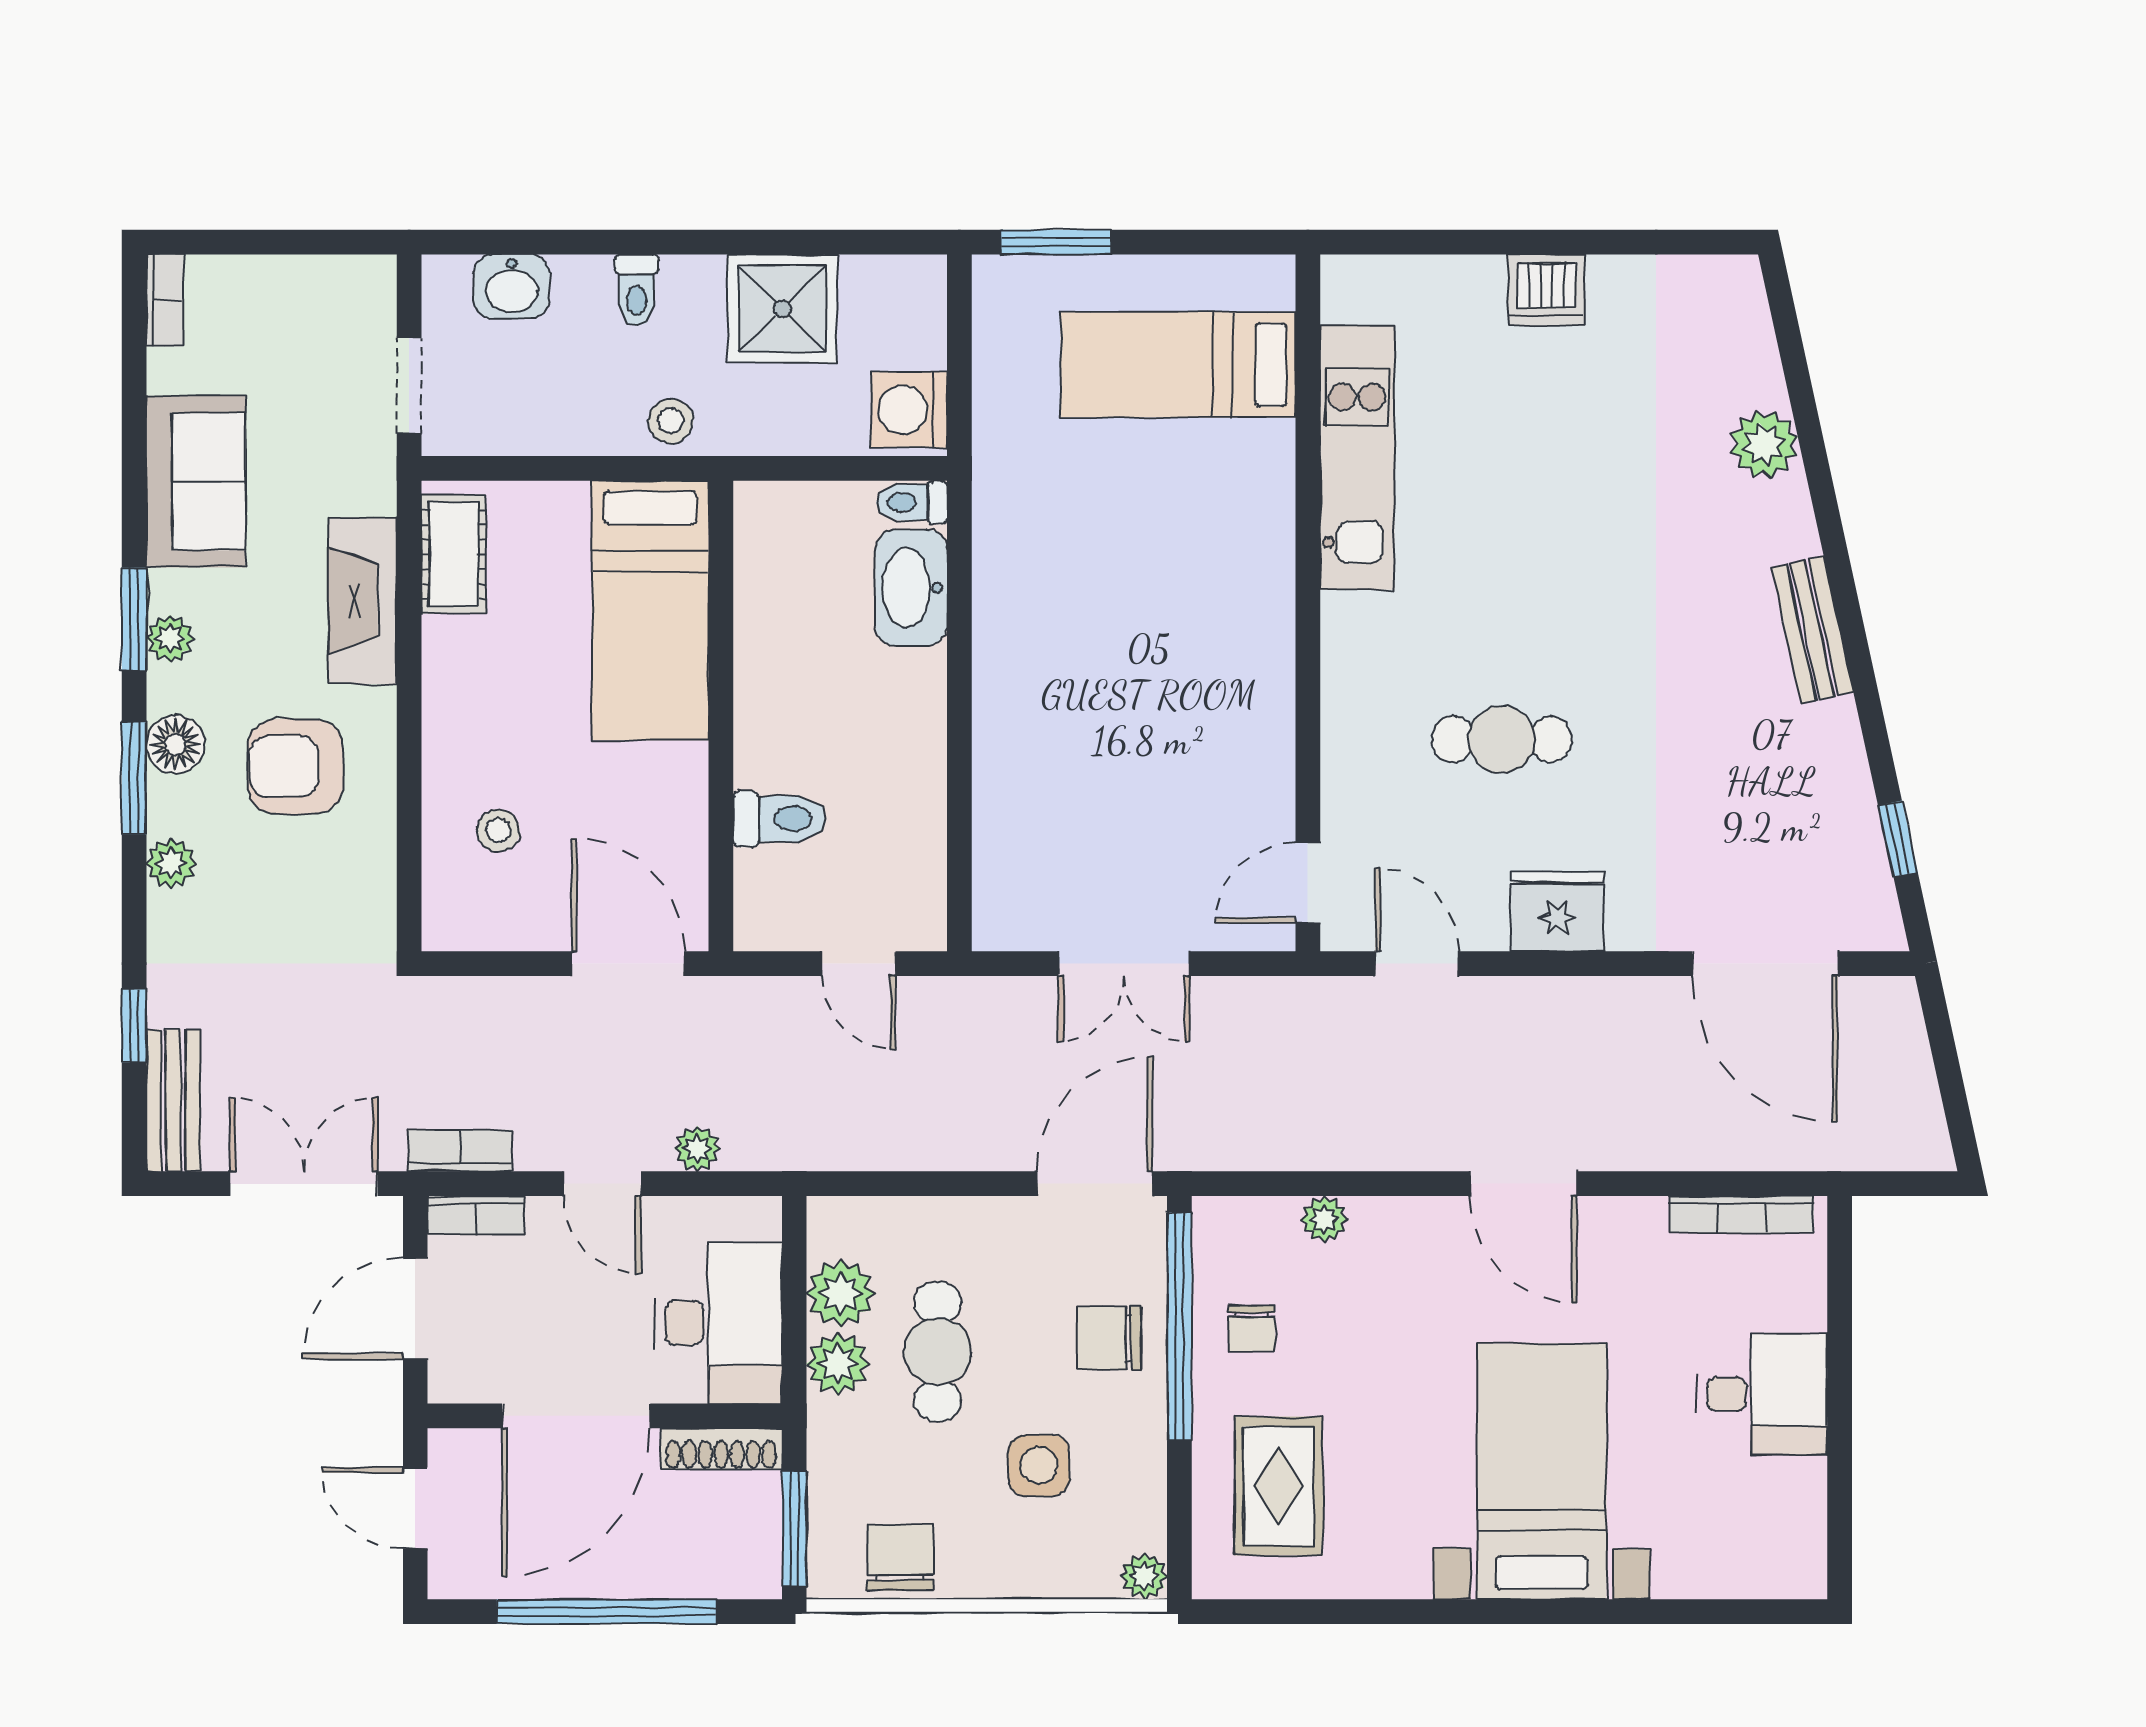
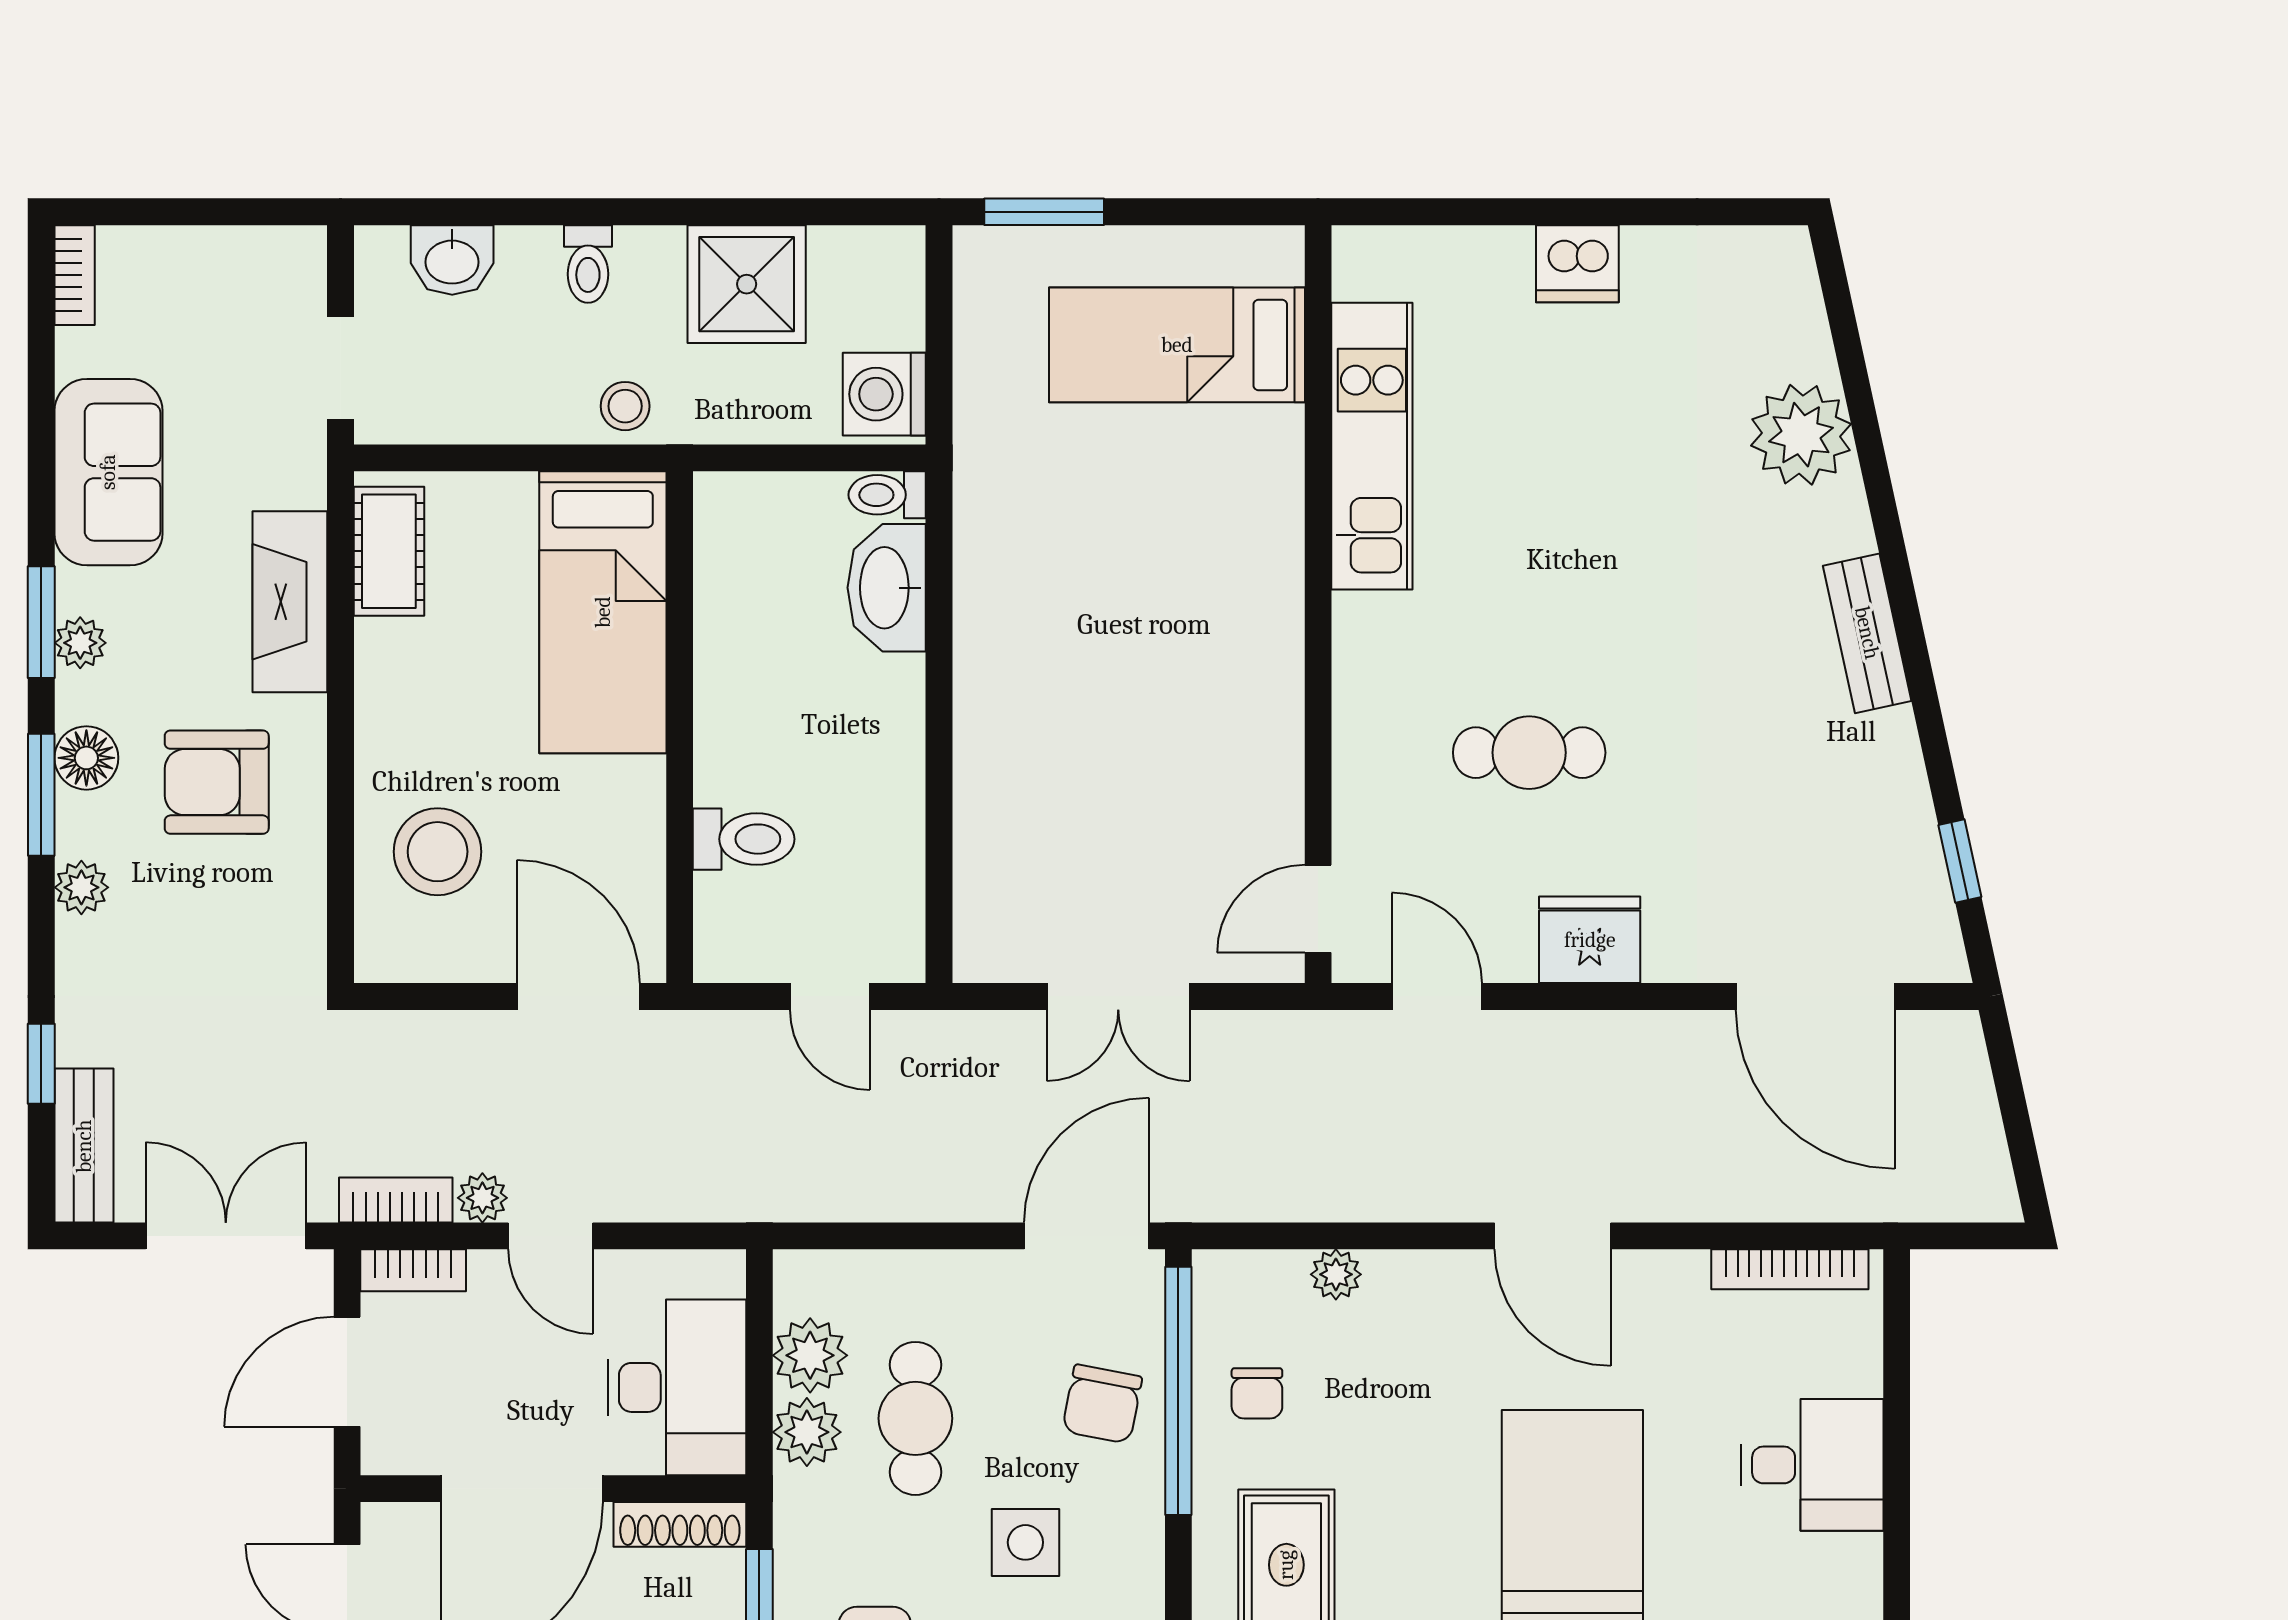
plant: (1764, 444) -> (1801, 435), width x1.36, depth x1.36
stool: (498, 830) -> (438, 852), width x1.89, depth x1.89
plant: (697, 1149) -> (482, 1198), moved
chair: (1109, 1338) -> (1102, 1404), turned -79

